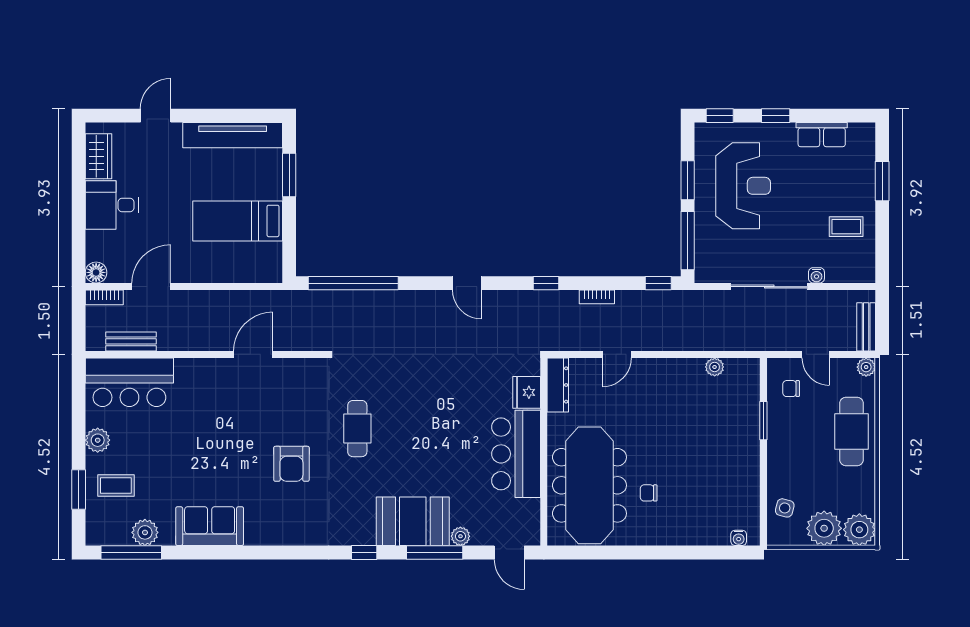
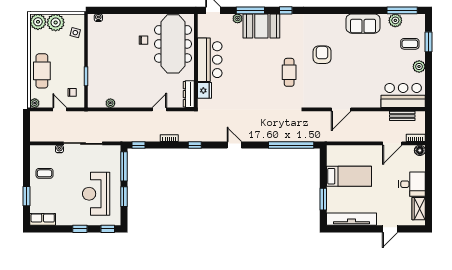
row of seats: (822, 135) -> (43, 219), moved
bench: (866, 327) -> (35, 123), removed

